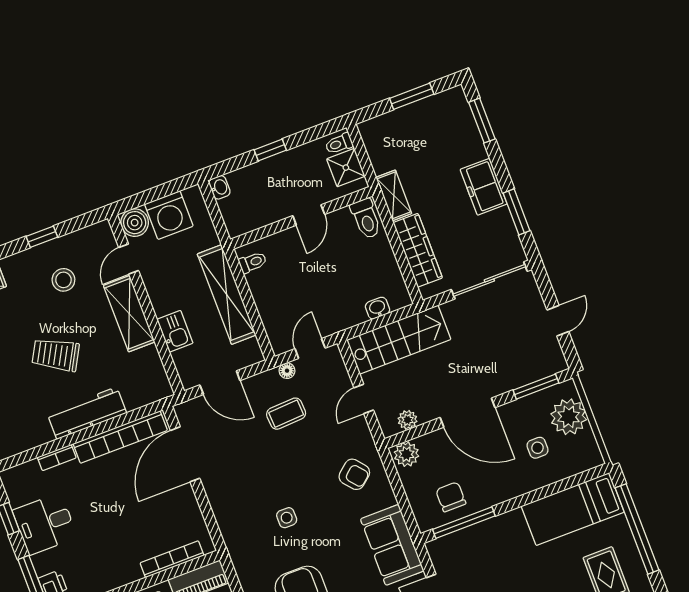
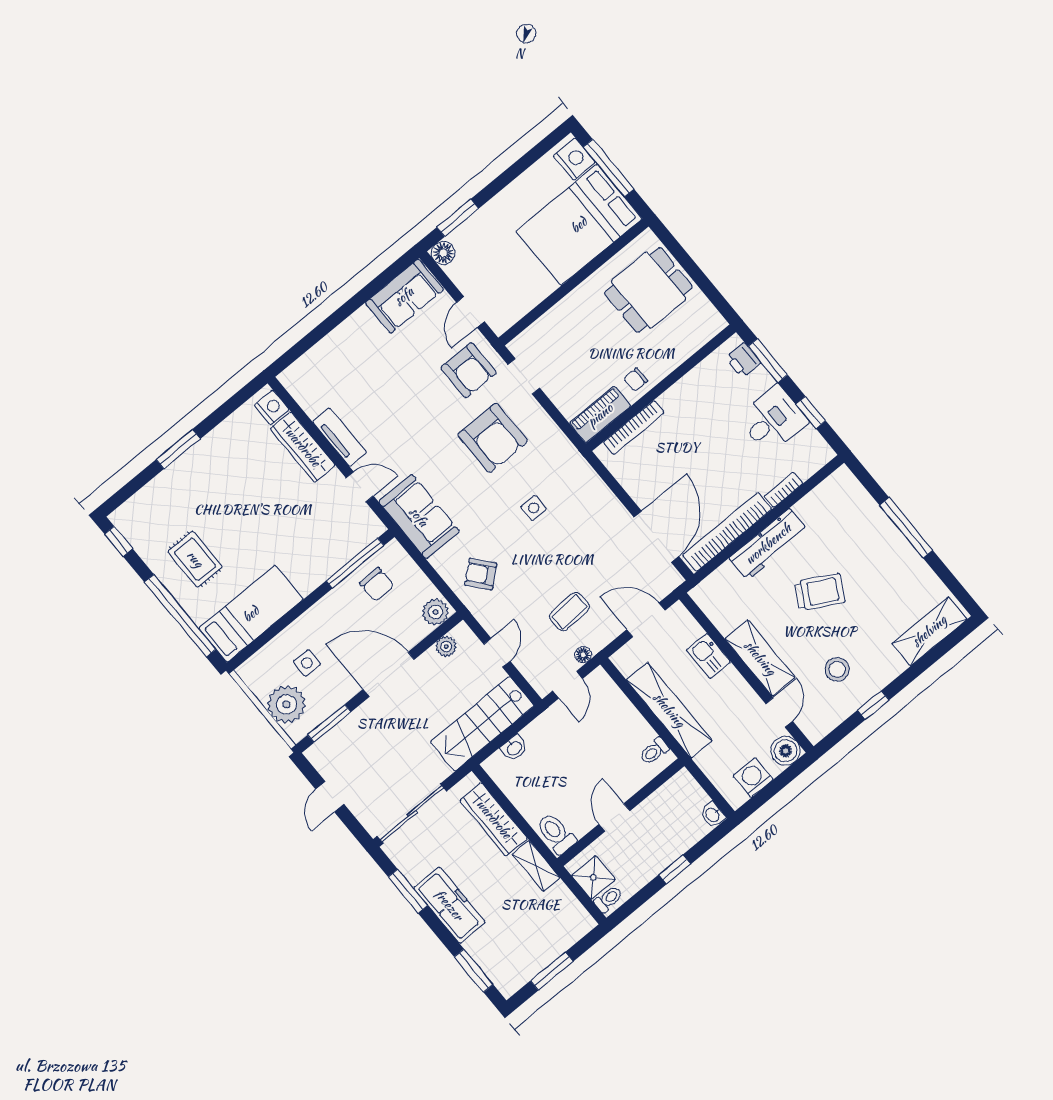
freezer: (484, 187) -> (449, 905), width x1.40
washing machine: (169, 215) -> (753, 778), width x0.73, depth x0.73

